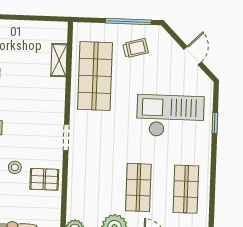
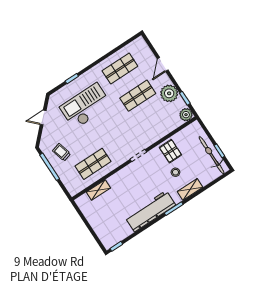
shop shelf: (95, 76) -> (93, 164), width x0.70, depth x0.74
checkout: (170, 116) -> (86, 106), turned 90

